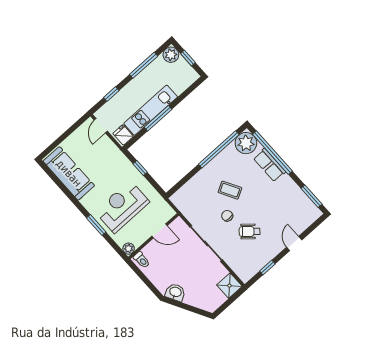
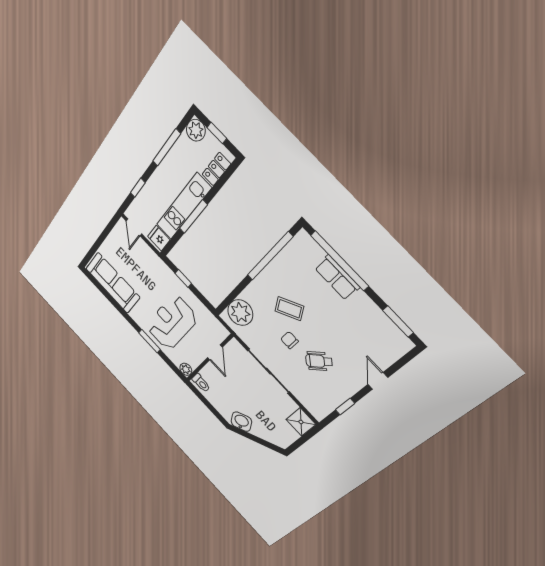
locker: (184, 84) -> (216, 169), added
plant: (246, 143) -> (240, 313), moved
door: (159, 231) -> (215, 352), hinge flipped

